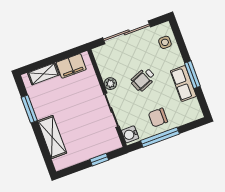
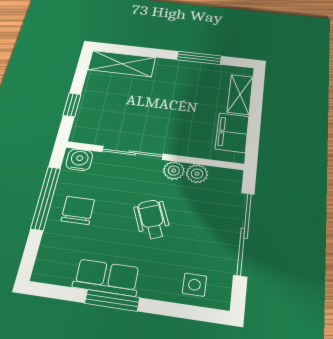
plant: (106, 71) -> (197, 174), added
shelving: (52, 137) -> (122, 64), moved

